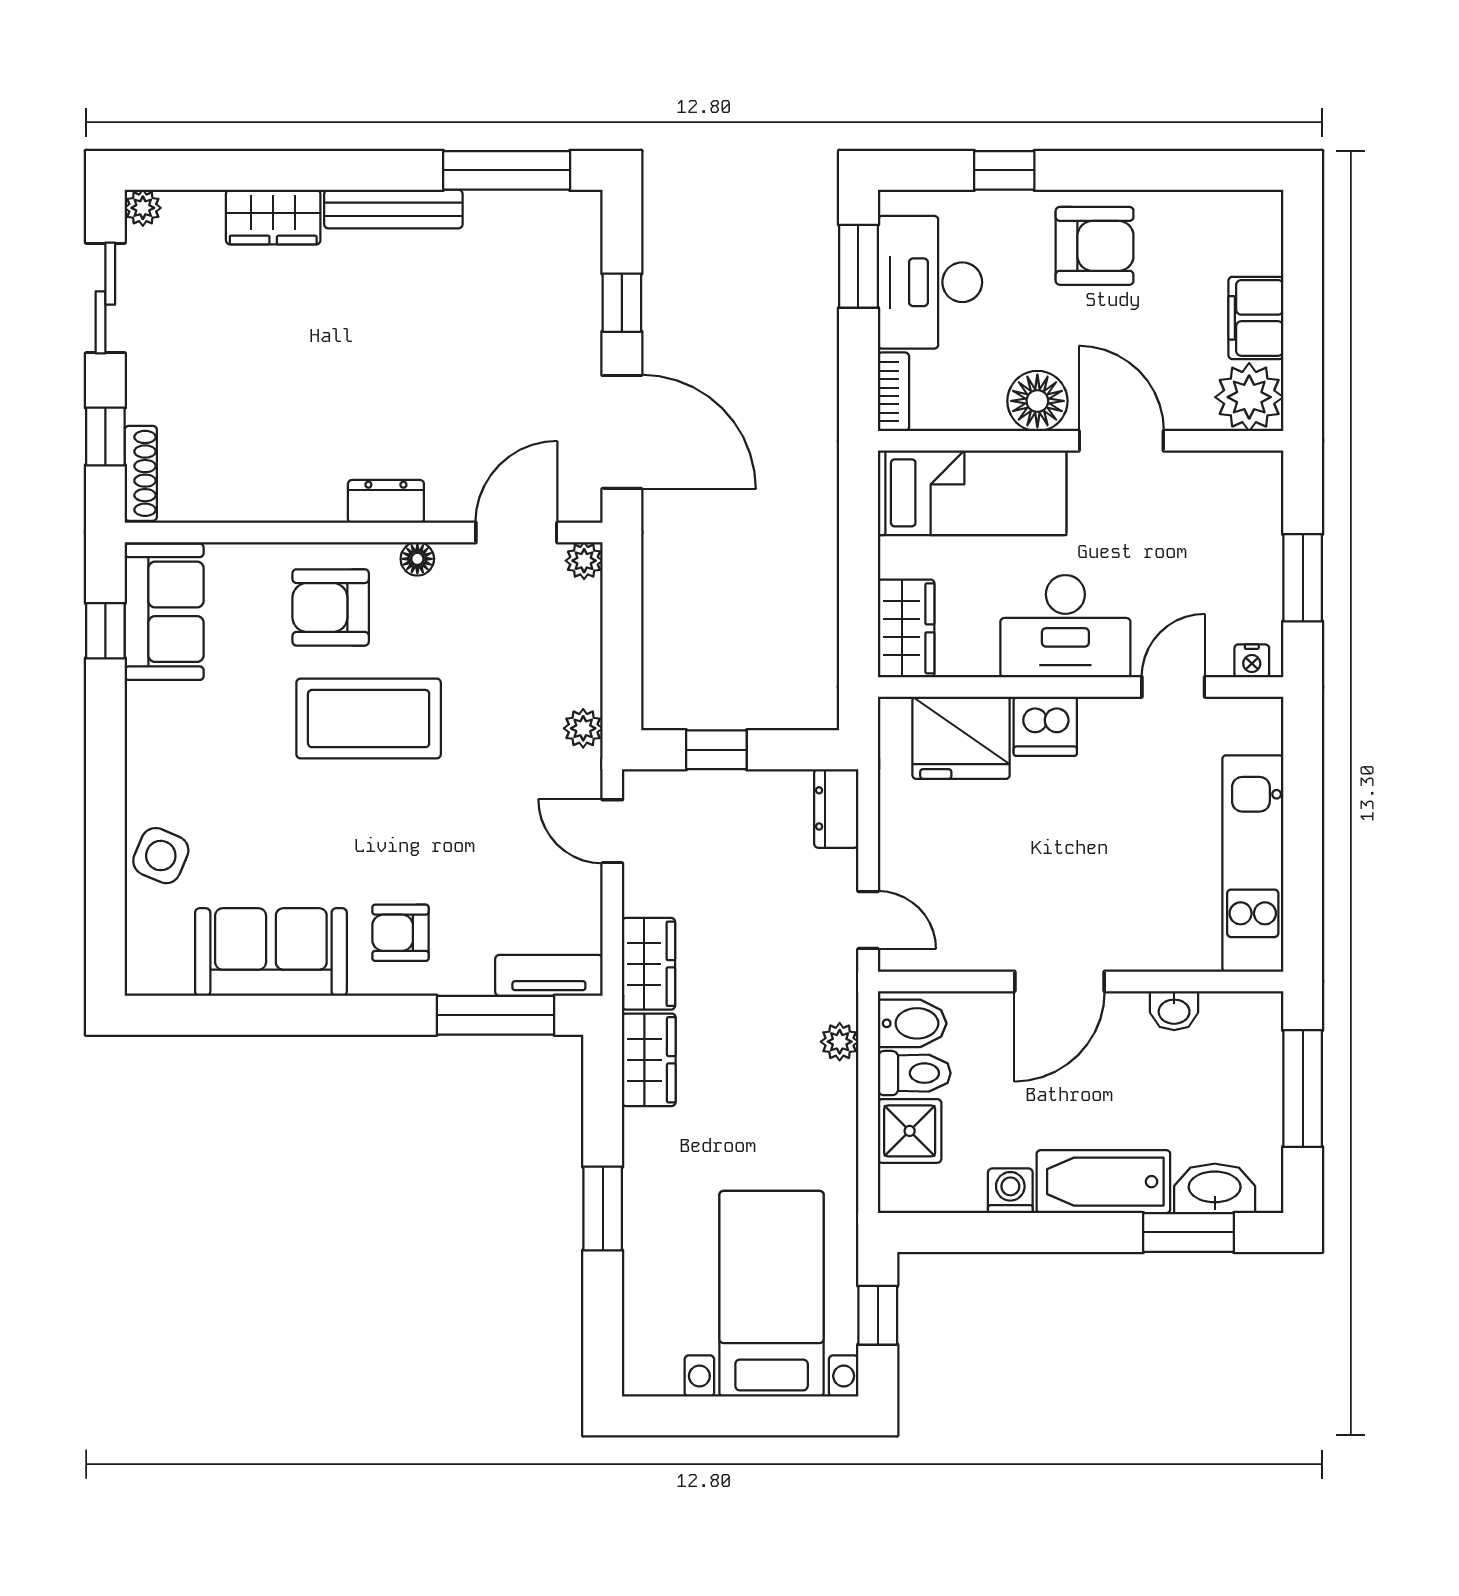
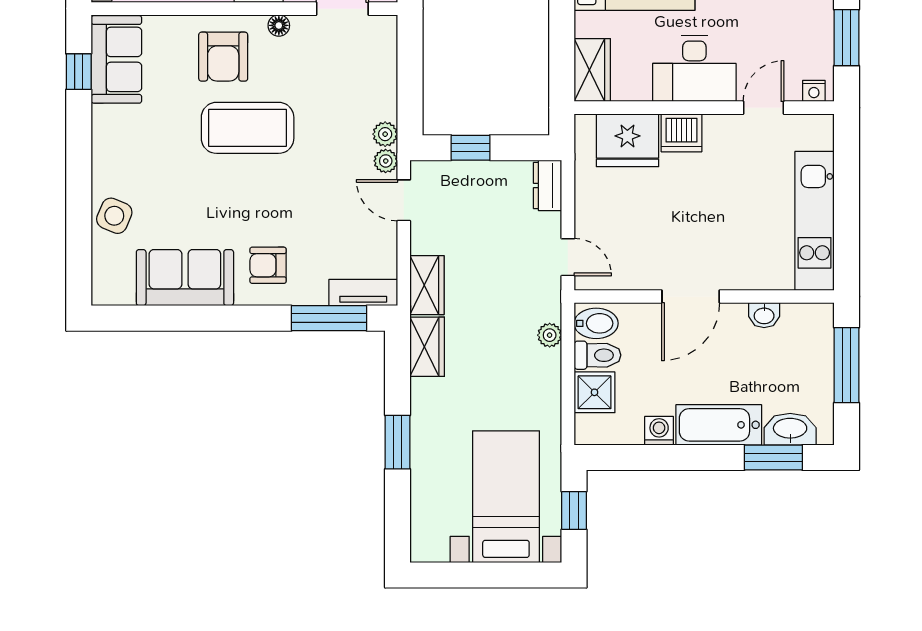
plant: (584, 561) -> (386, 161), moved
armchair: (331, 607) -> (223, 57), turned -90

